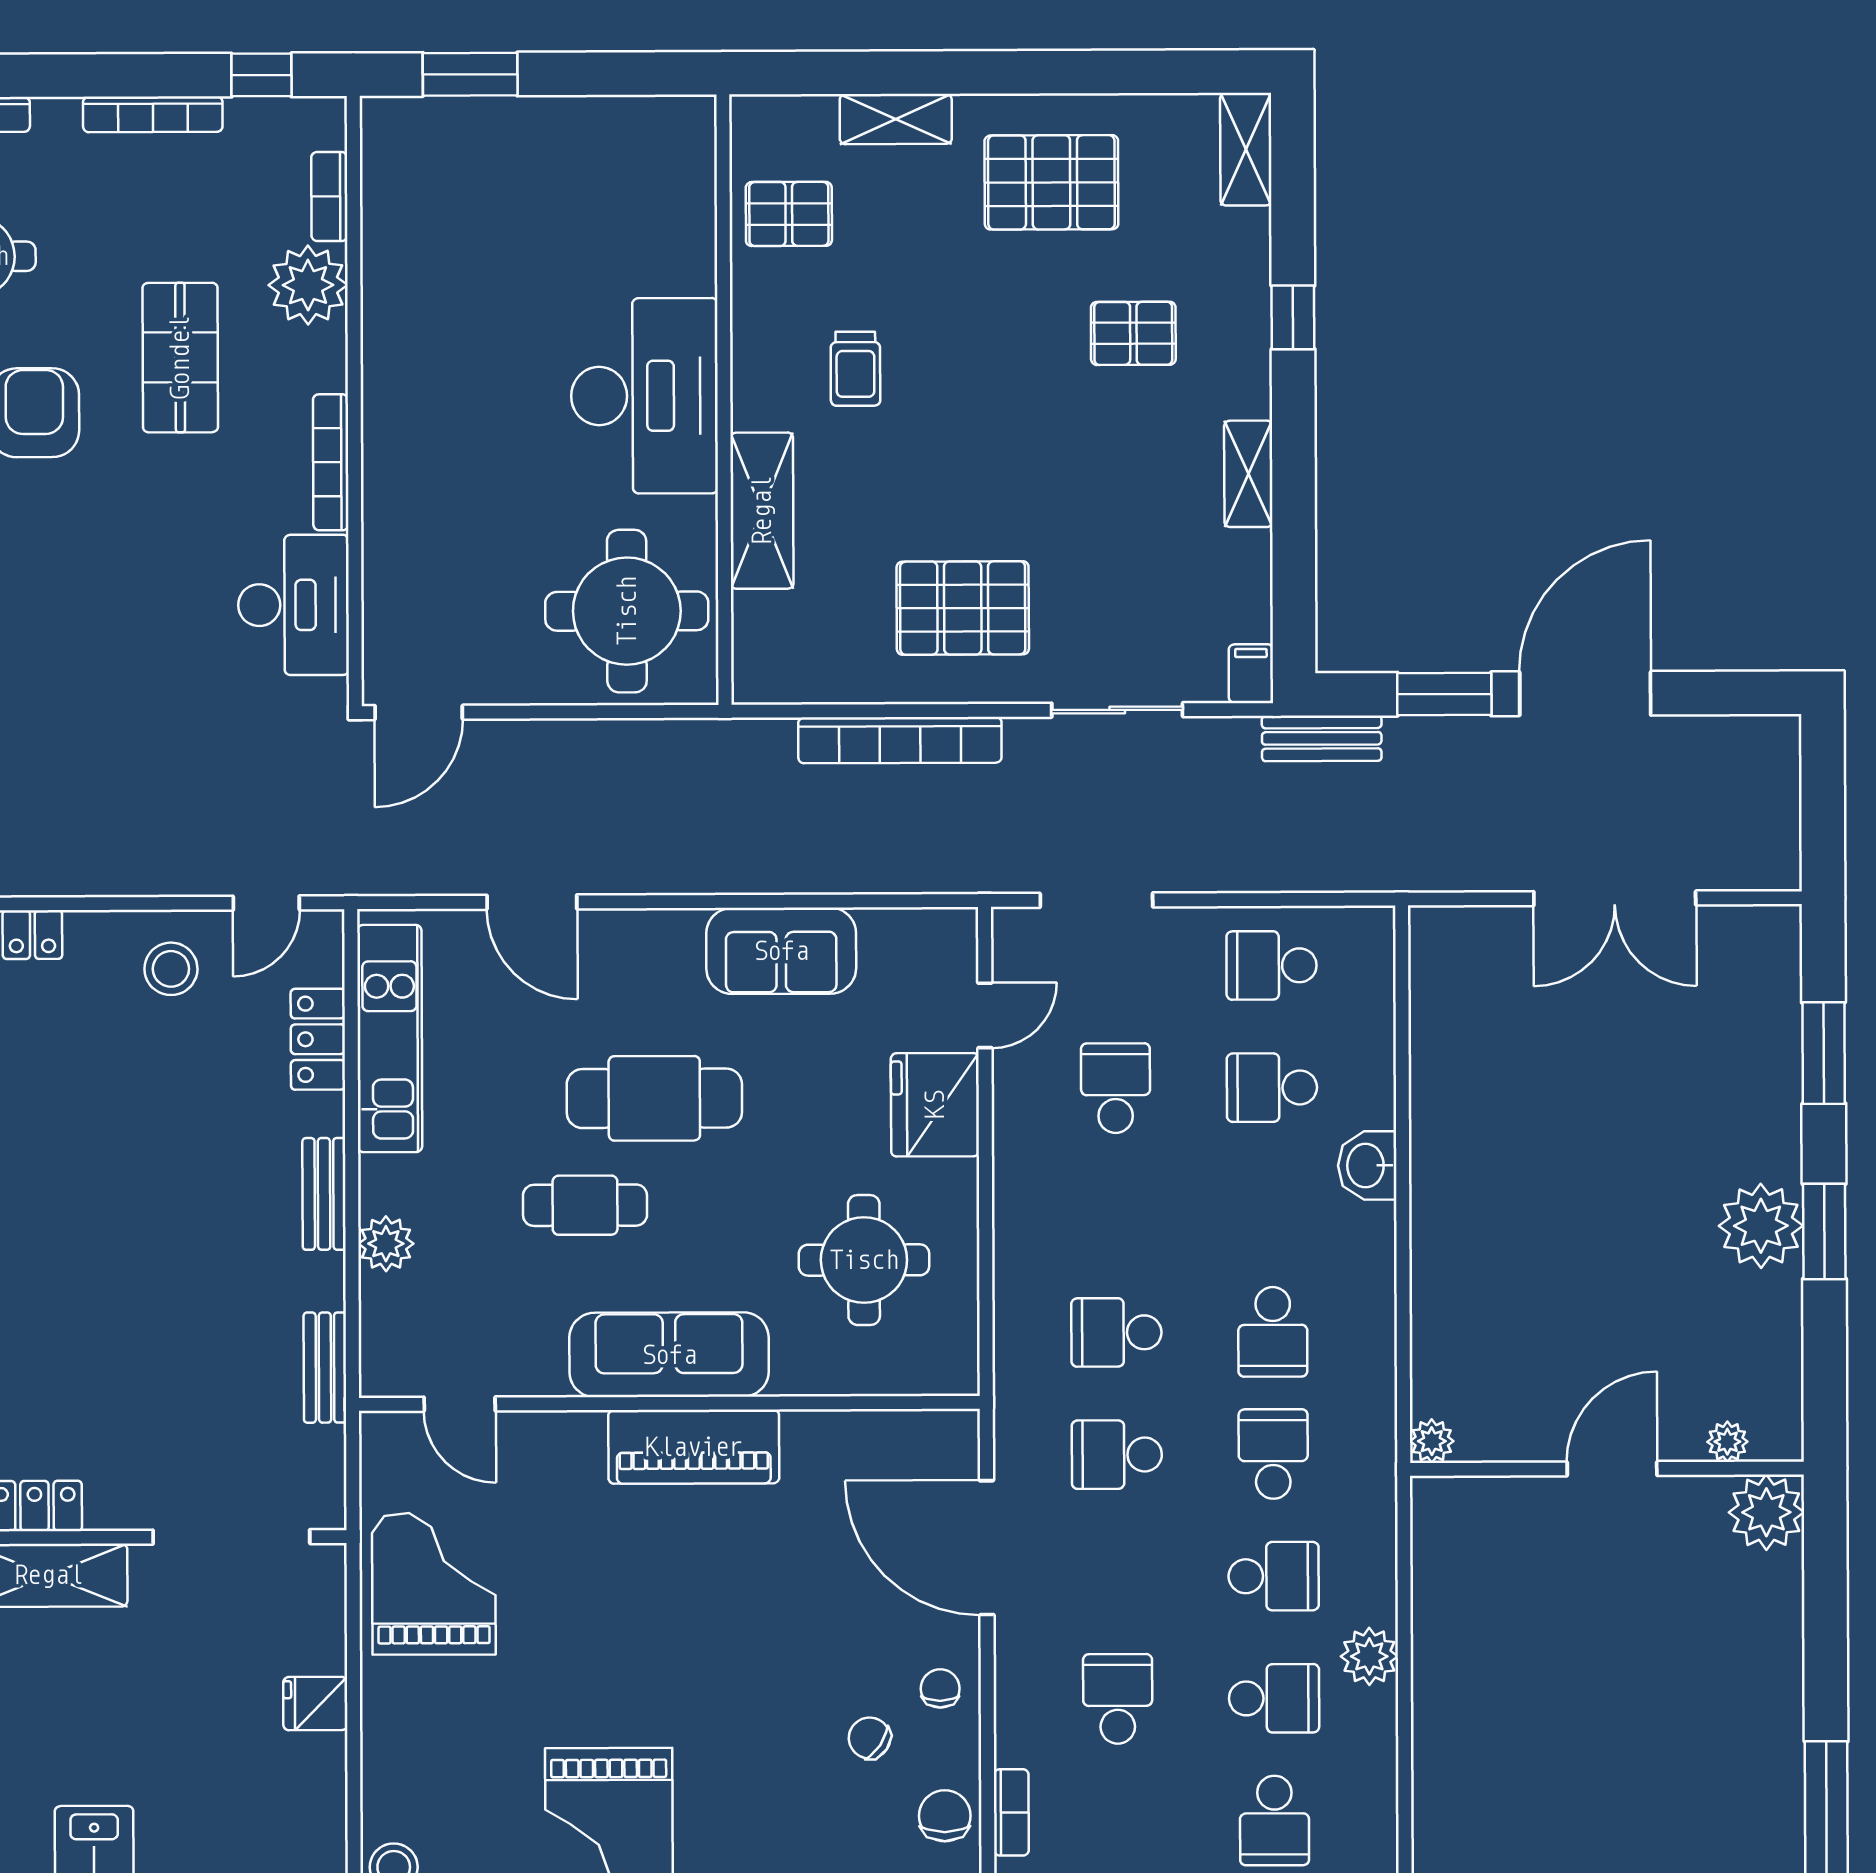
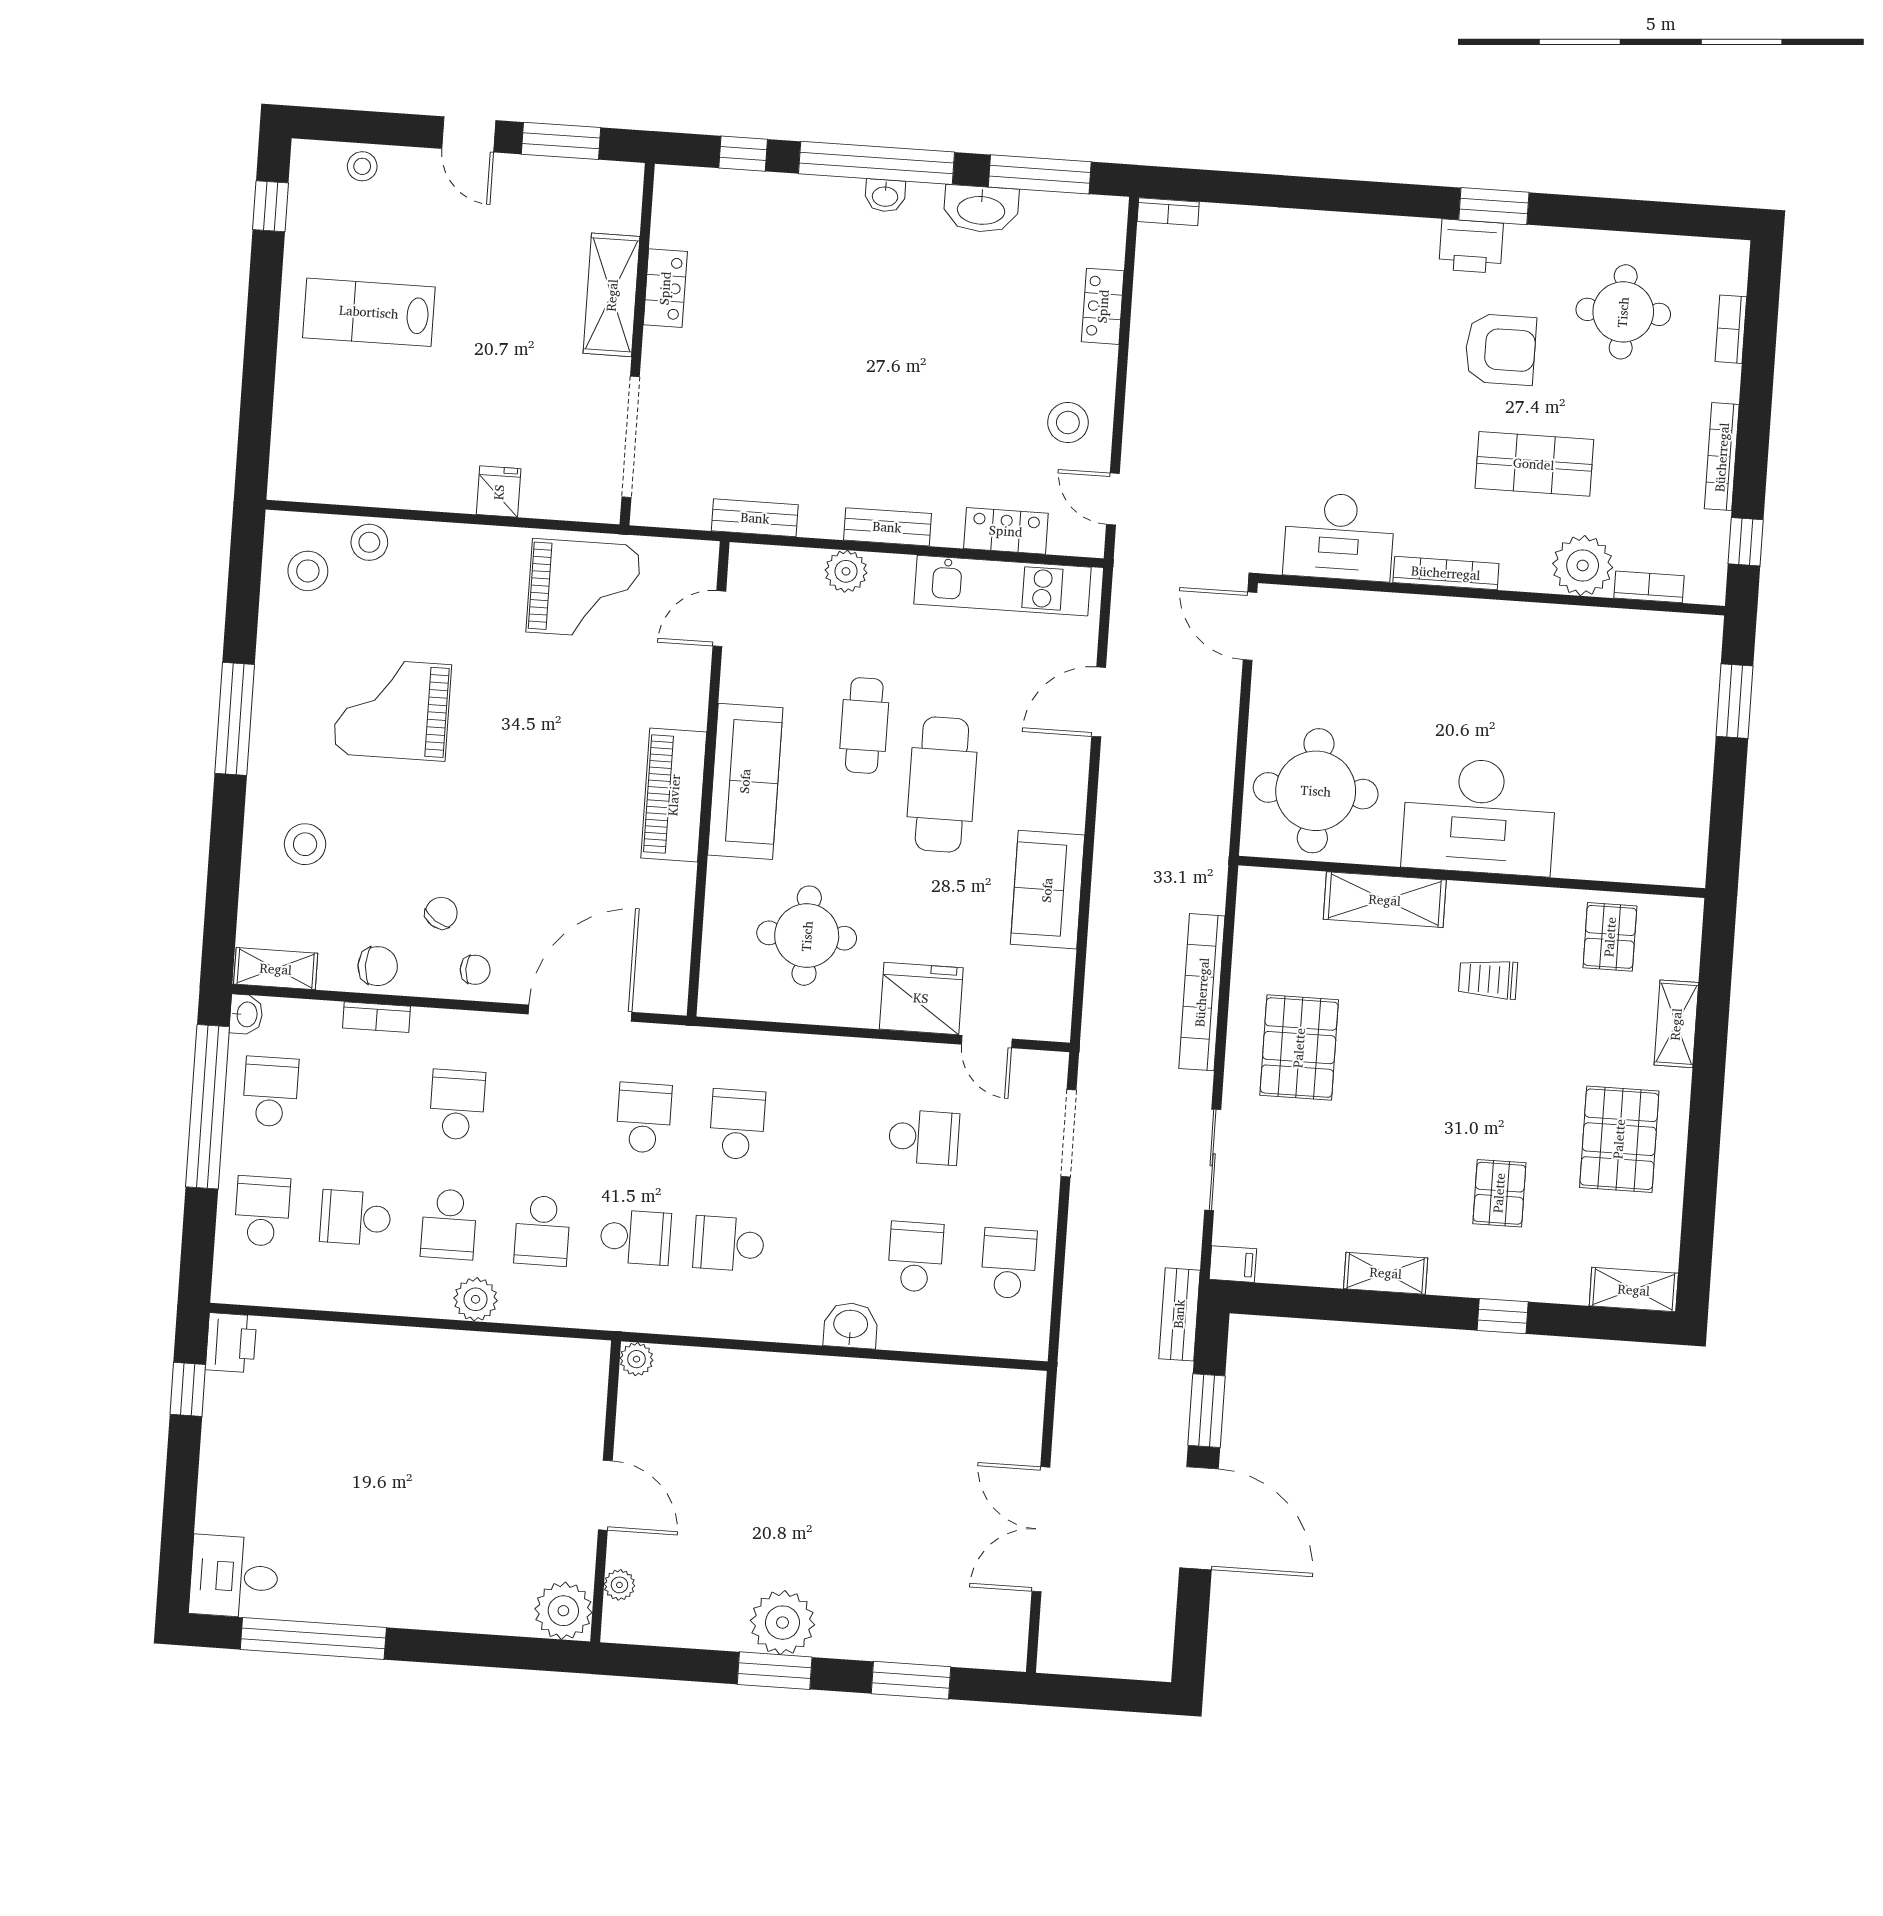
school desk: (1118, 1699) -> (457, 1105), turned -90

